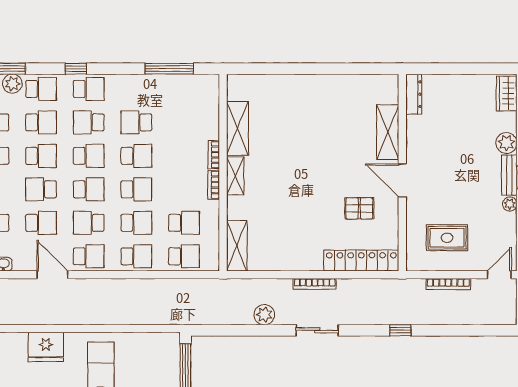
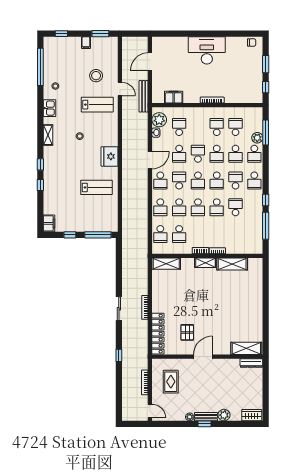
window: (76, 69) -> (266, 200), moved
shelving: (388, 132) -> (246, 348), moved
plant: (264, 315) -> (128, 279), removed

